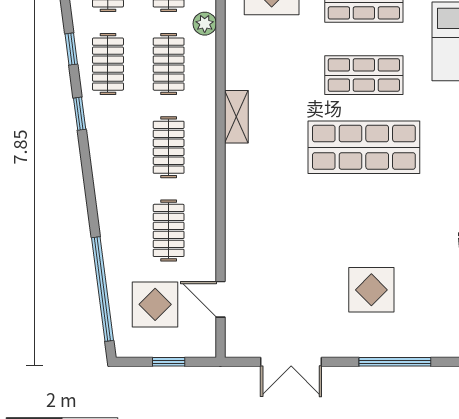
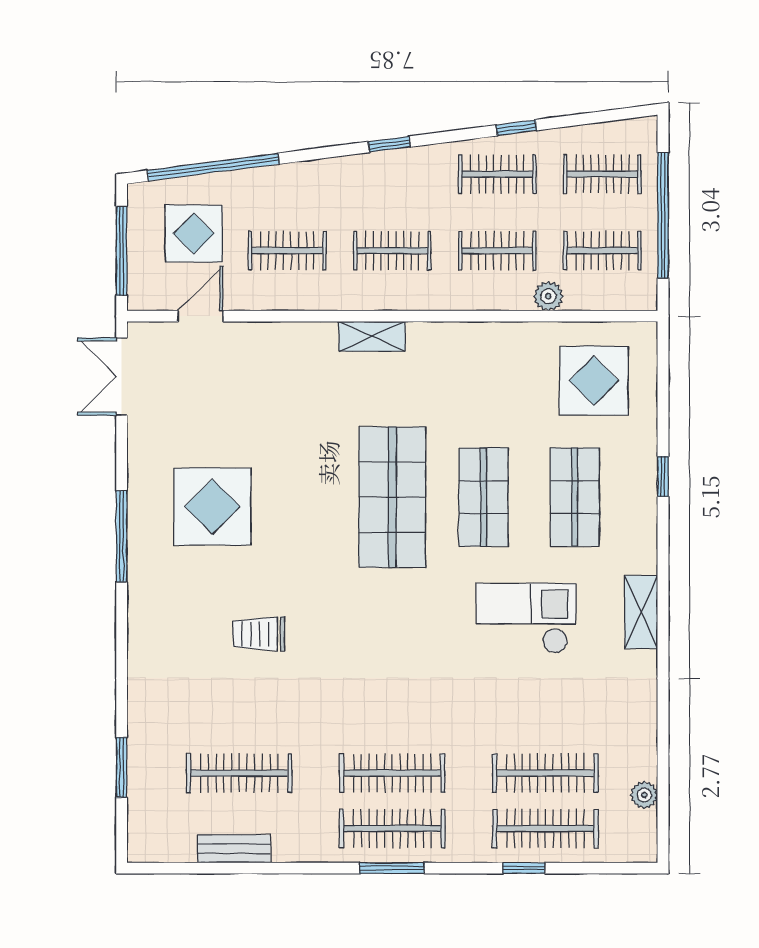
window: (80, 114) -> (389, 144), moved
shelving: (236, 117) -> (372, 336), moved
display table: (371, 290) -> (212, 507), width x1.36, depth x1.36
window: (169, 362) -> (122, 251), width x2.17
double door: (291, 362) -> (122, 377), moved

